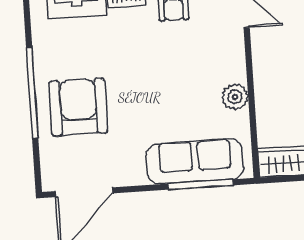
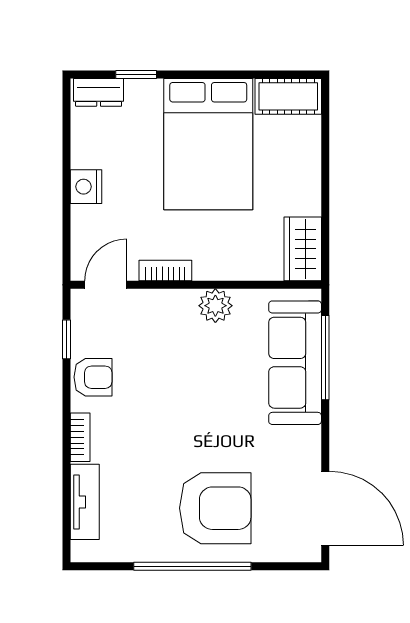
bookcase: (260, 56) -> (165, 270), added
armchair: (78, 107) -> (215, 508), turned 180

